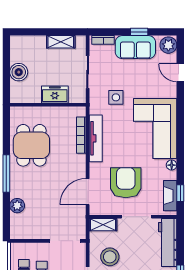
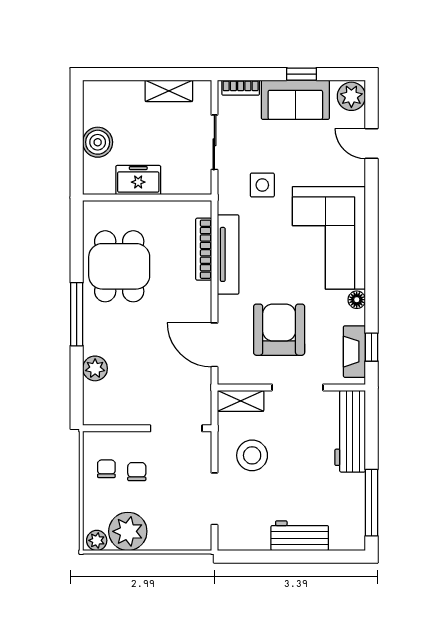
freezer: (55, 94) -> (138, 180), moved
door: (88, 192) -> (214, 345), hinge flipped

